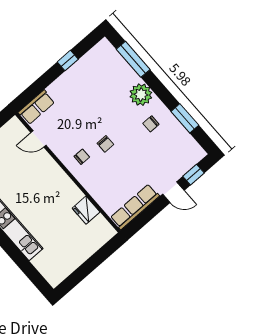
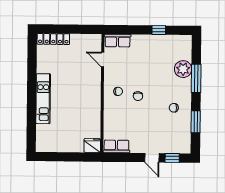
window: (133, 59) -> (196, 78), moved
plant: (141, 95) -> (183, 69), moved
row of seats: (135, 207) -> (116, 146), width x0.68
fridge: (86, 210) -> (92, 145), moved, turned 90

